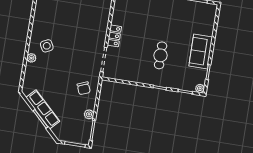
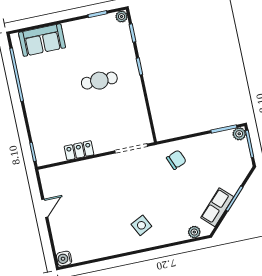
locker: (114, 36) -> (79, 150), moved
sofa: (201, 51) -> (42, 40), moved
plant: (31, 58) -> (194, 232), moved
row of seats: (43, 109) -> (217, 207), width x0.68
plant: (89, 114) -> (239, 134), moved

